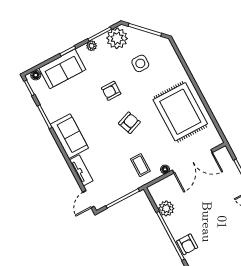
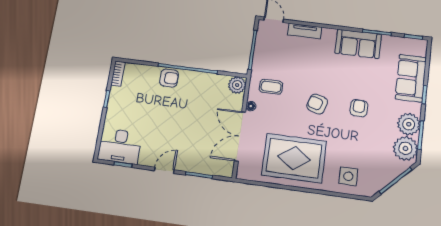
plant: (92, 46) -> (409, 124), width x1.87, depth x1.87
side table: (140, 63) -> (348, 176), moved
floor lamp: (36, 75) -> (421, 50), removed
armchair: (129, 123) -> (317, 104), turned 128
sofa: (69, 136) -> (358, 44), moved
plant: (166, 208) -> (237, 85), moved
armchair: (187, 244) -> (169, 78), turned 180

